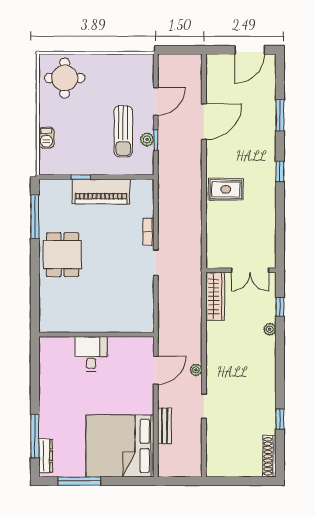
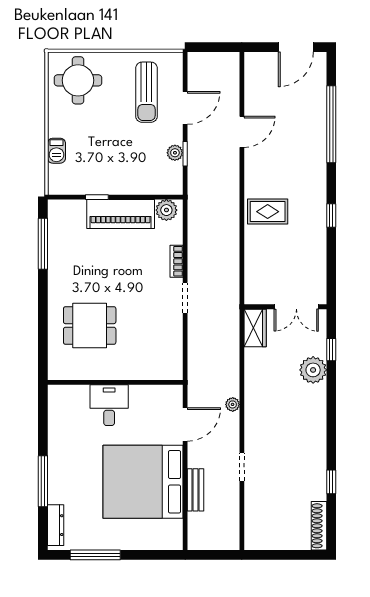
window: (280, 115) -> (331, 124), width x2.11
door: (204, 122) -> (242, 132), width x0.73
sun lounger: (123, 131) -> (147, 92), moved
window: (280, 171) -> (331, 215), moved
plant: (140, 188) -> (166, 210), added
dining table: (63, 255) -> (90, 325), moved, turned 90
wardrobe: (215, 296) -> (255, 328), width x0.67
plant: (270, 329) -> (313, 370), width x1.88, depth x1.88
plant: (196, 370) -> (233, 404), moved
window: (35, 436) -> (43, 481), moved
bed: (120, 446) -> (143, 482), moved

